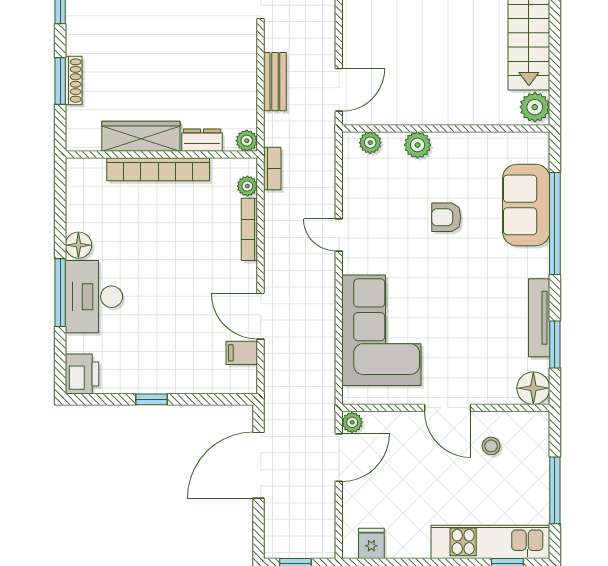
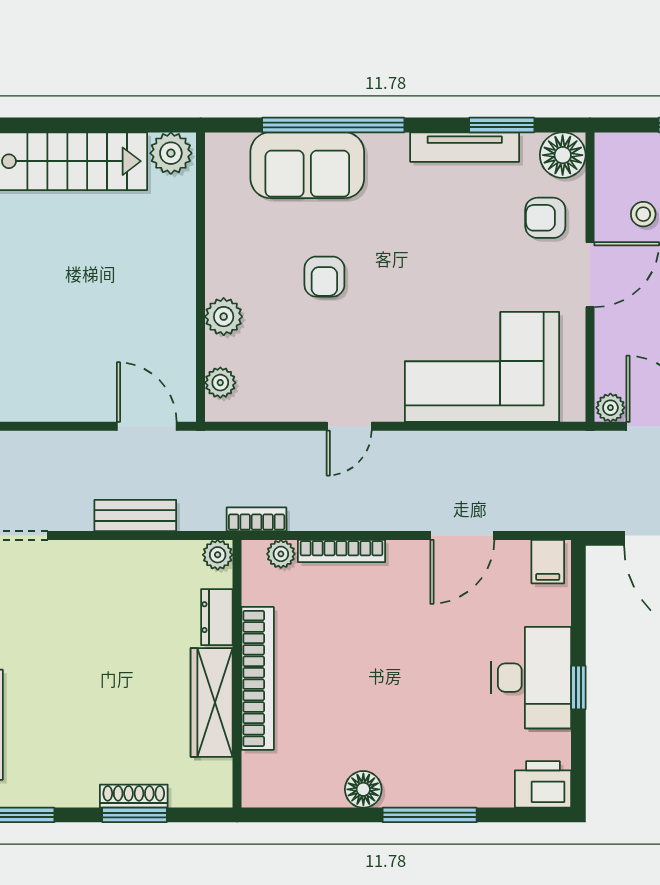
desk: (94, 297) -> (531, 678), moved, turned -90
filing cabinet: (242, 353) -> (548, 562), moved
armchair: (488, 376) -> (545, 218), added

